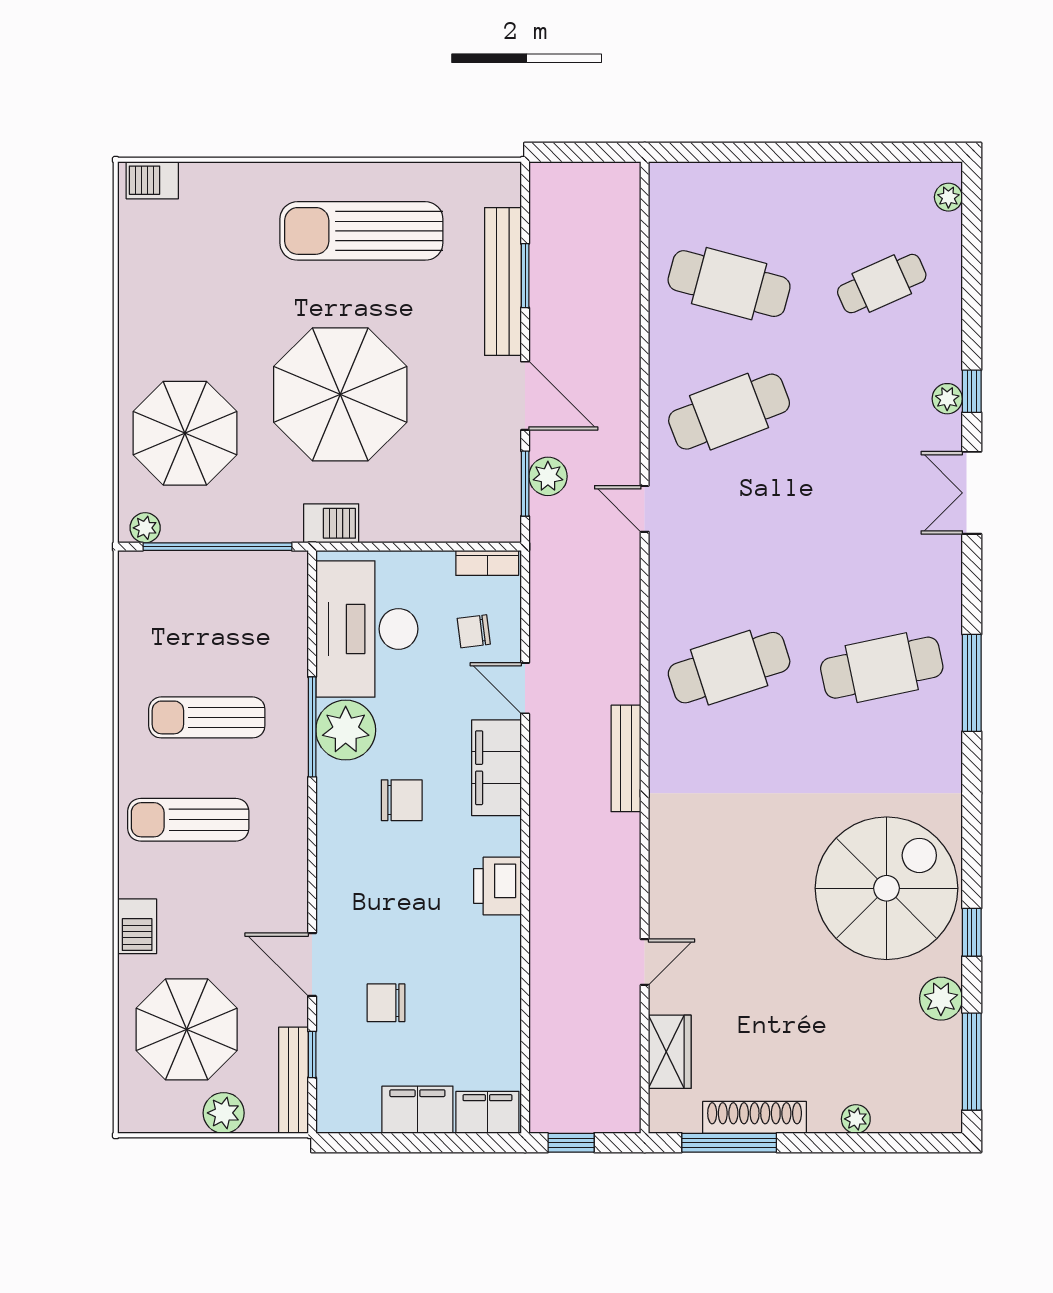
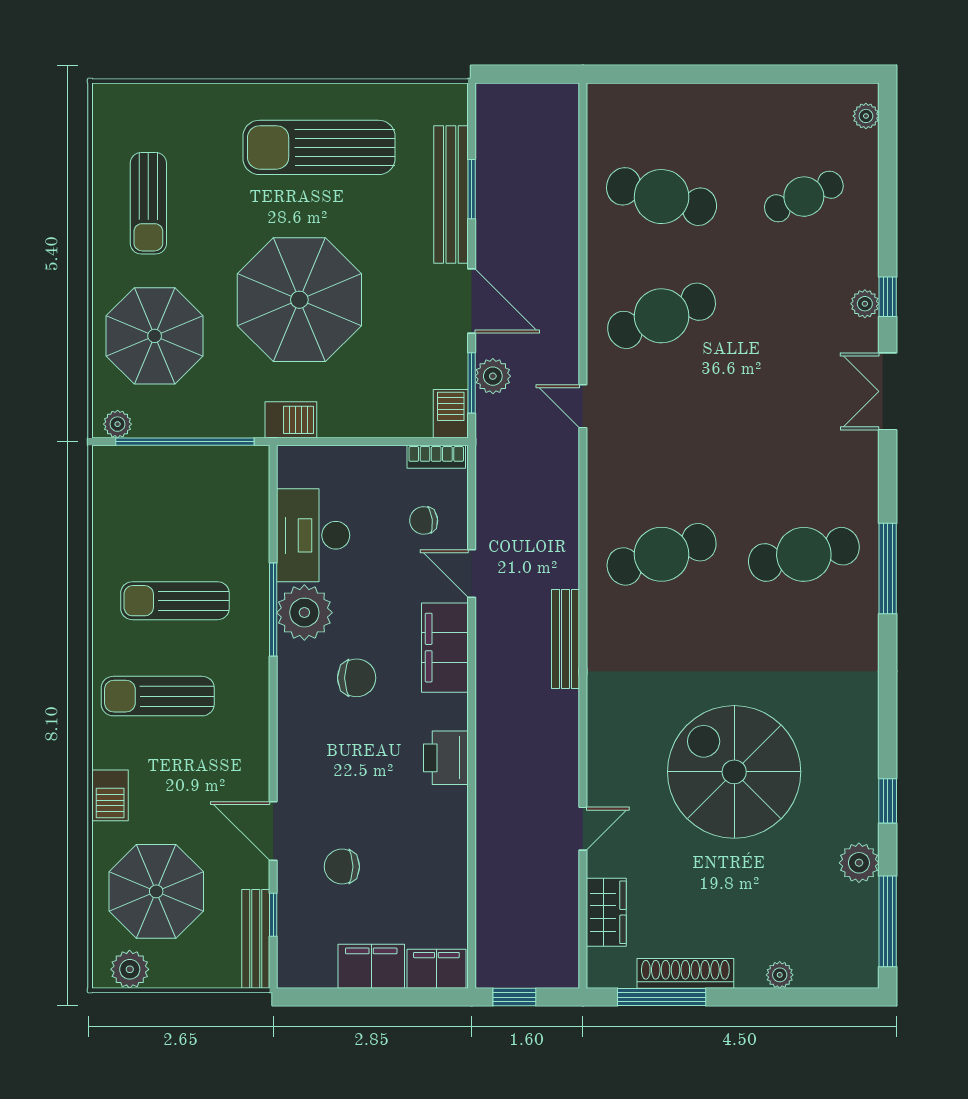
barbecue: (152, 180) -> (451, 414), moved, turned 90
sun lounger: (178, 291) -> (148, 203), added
desk: (367, 629) -> (313, 535), width x0.73, depth x0.77
spiral stairs: (887, 888) -> (734, 772), moved, turned -90
plant: (224, 1113) -> (130, 969), moved

